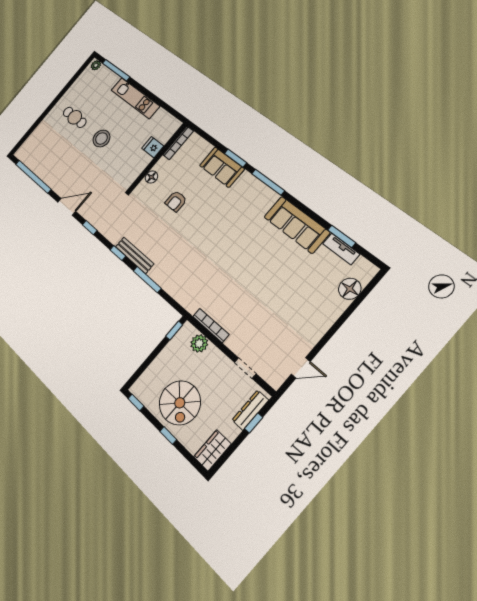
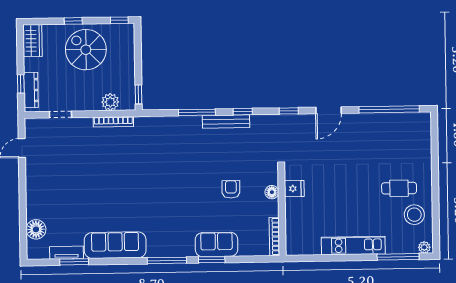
stool: (101, 139) -> (414, 215), moved
fridge: (153, 147) -> (294, 189), moved

